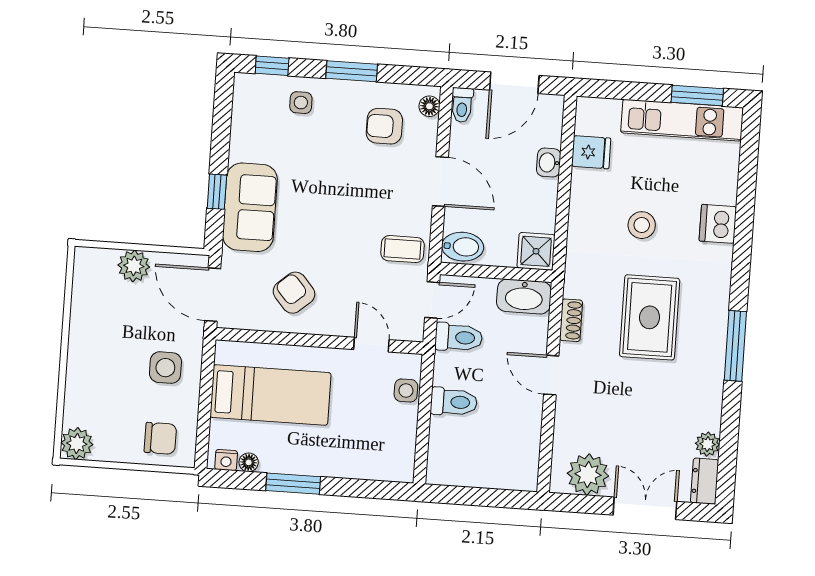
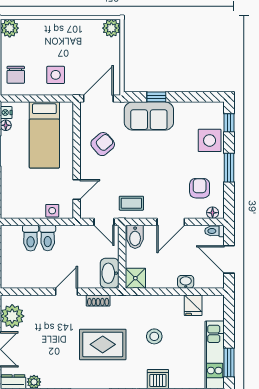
side table: (301, 103) -> (210, 140), width x1.87, depth x1.87
coffee table: (403, 249) -> (131, 203), turned 90
plant: (134, 266) -> (111, 28), moved
toilet: (459, 337) -> (31, 238), moved

